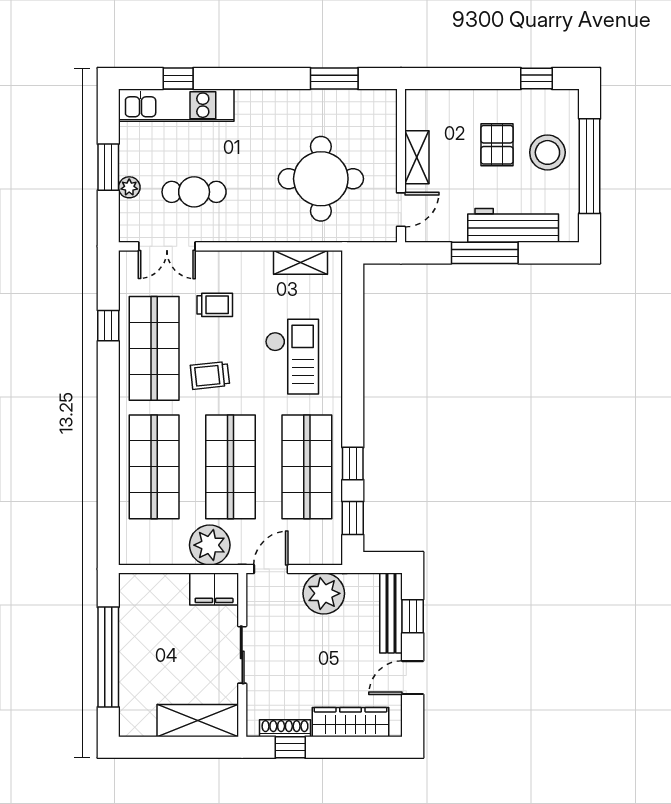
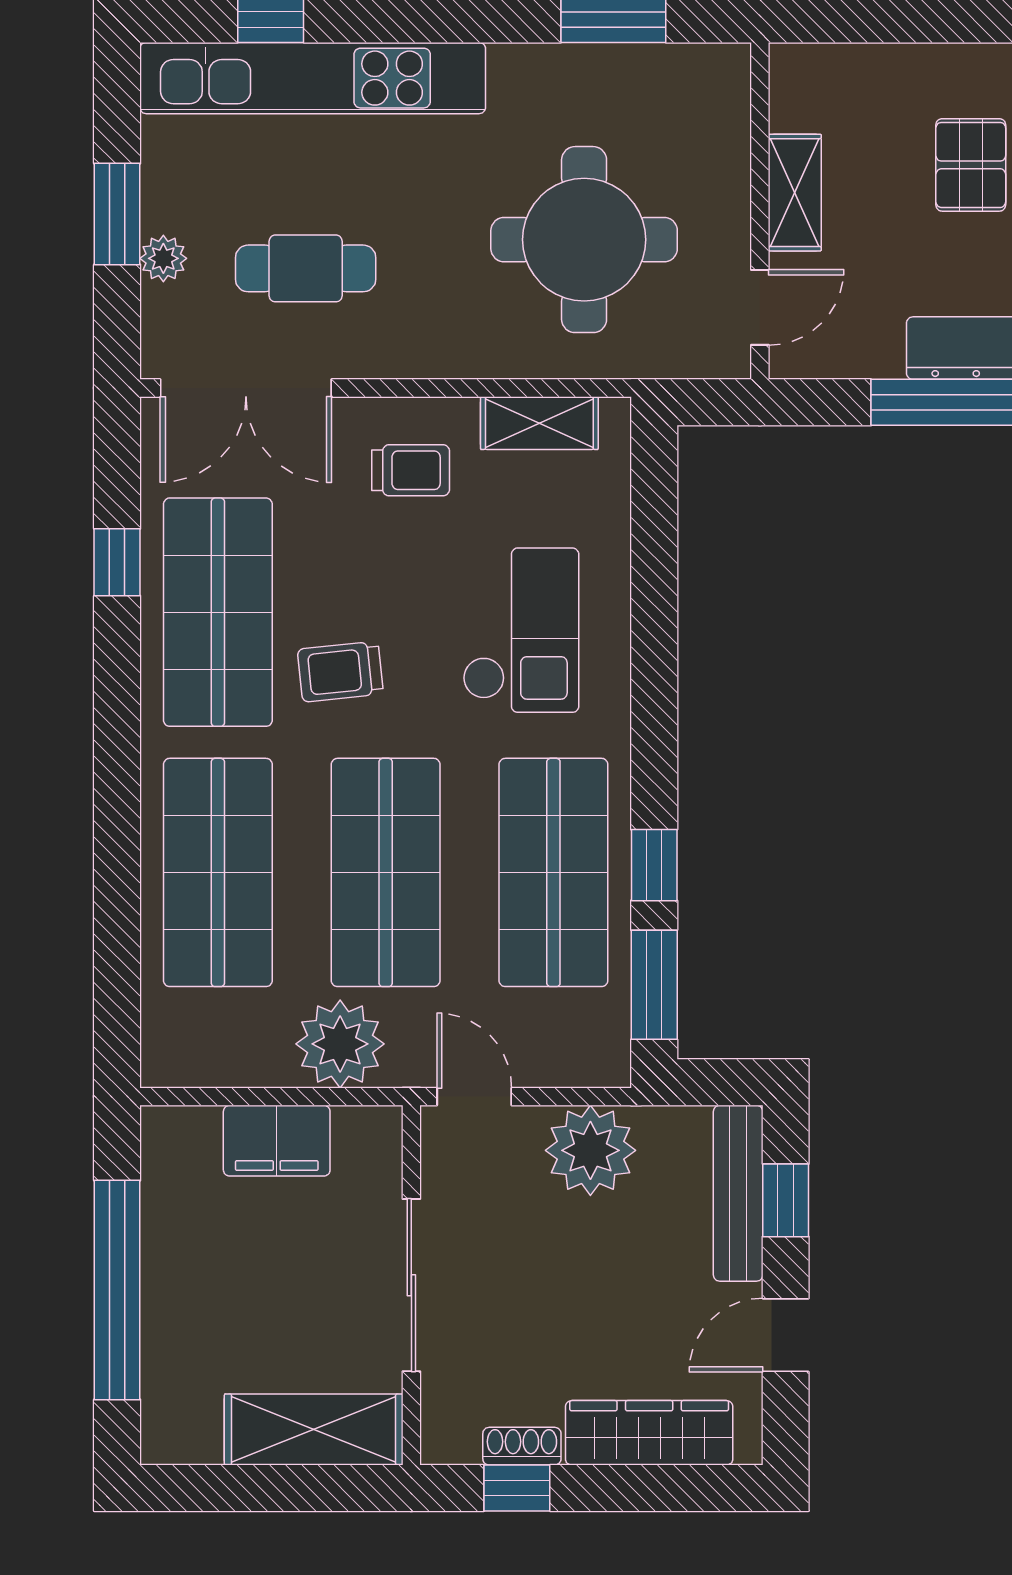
kitchen unit: (176, 105) -> (313, 78), width x1.36
double door: (167, 246) -> (246, 388), width x1.37
trolley: (215, 305) -> (411, 470), moved
window: (353, 518) -> (654, 985), width x1.50
door: (271, 569) -> (474, 1097), hinge flipped
filing cabinet: (214, 589) -> (277, 1141), moved
sliding door: (242, 655) -> (411, 1285), width x1.37
shoe rack: (285, 728) -> (522, 1446), width x0.70

